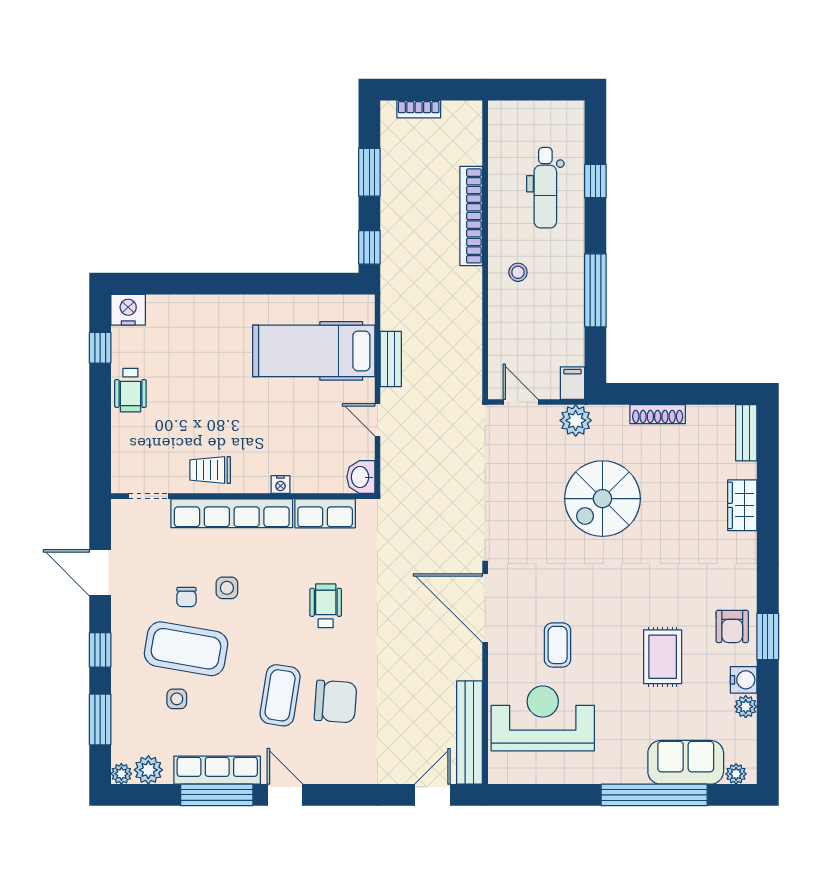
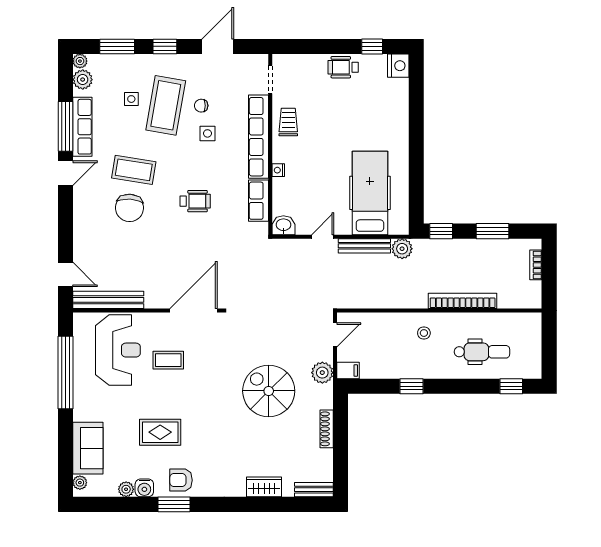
window: (595, 181) -> (511, 386), moved
dental chair: (545, 188) -> (482, 352), turned 180
window: (595, 290) -> (412, 386), width x0.46
plant: (395, 304) -> (402, 249), added
bench: (391, 359) -> (364, 246), width x1.36
window: (654, 795) -> (65, 373), moved

